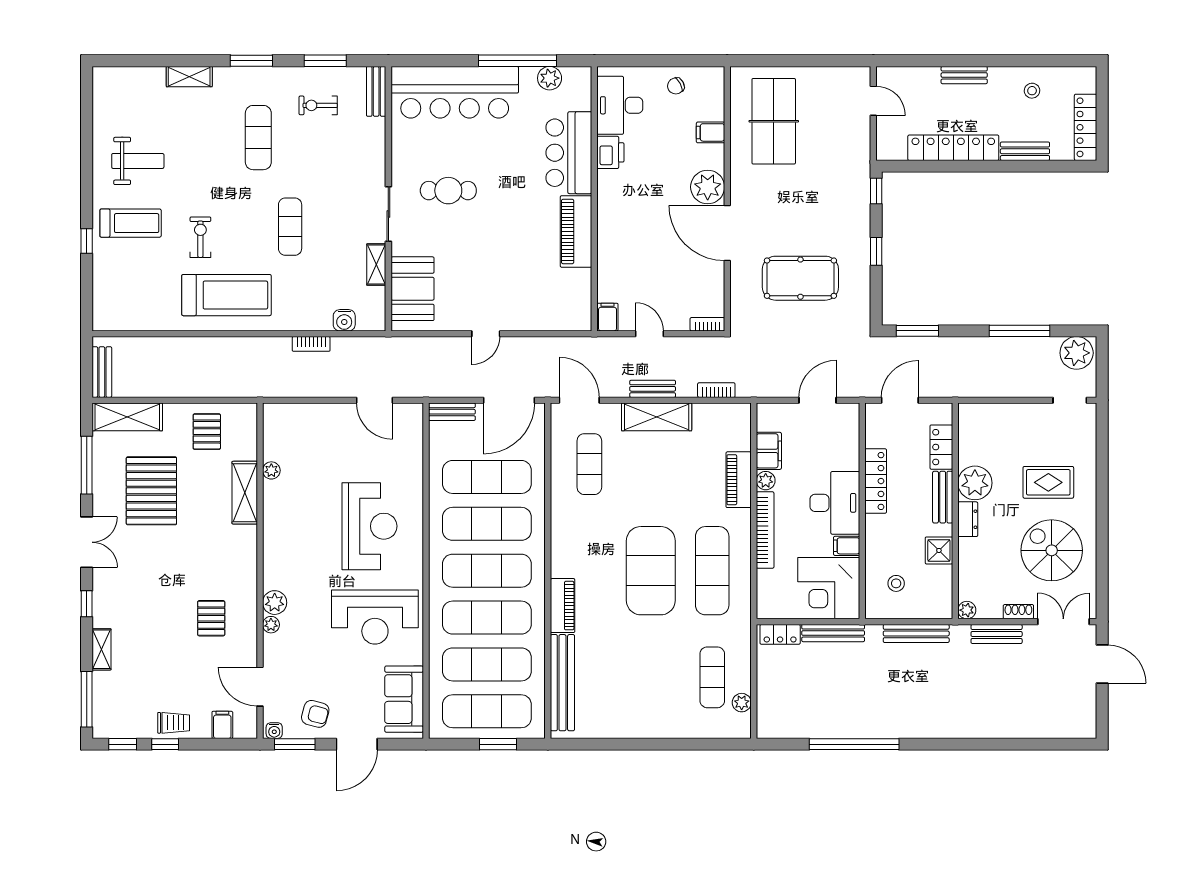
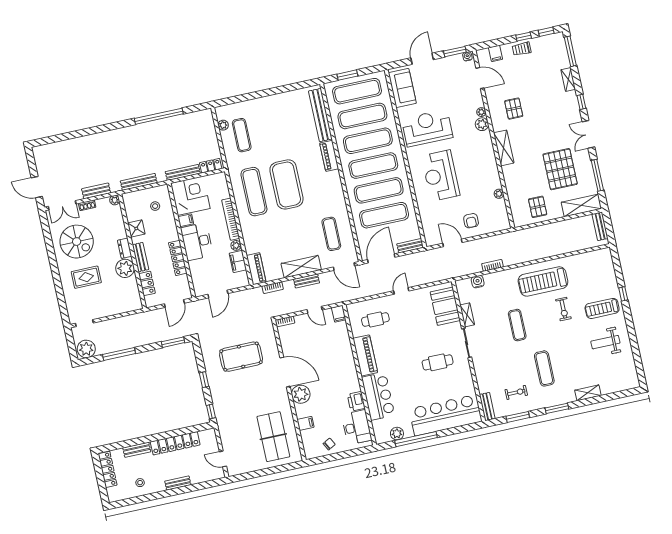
cafe table: (544, 292) -> (375, 320), added
piano: (739, 480) -> (256, 269), moved
shelving: (245, 493) -> (504, 148), moved
armchair: (315, 714) -> (471, 221), moved, turned -105

